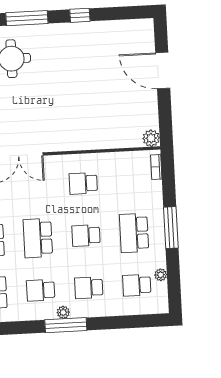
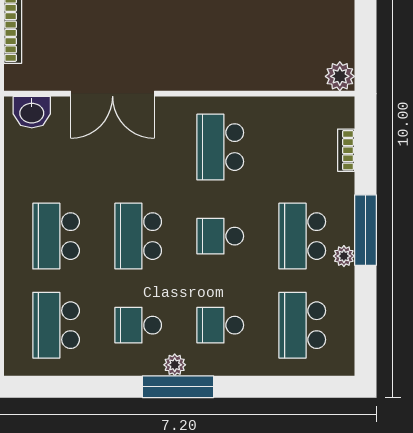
bookcase: (156, 167) -> (346, 150), moved
school desk: (83, 183) -> (220, 147), width x1.85
plant: (161, 275) -> (344, 256), moved
school desk: (137, 285) -> (302, 325), width x1.85

